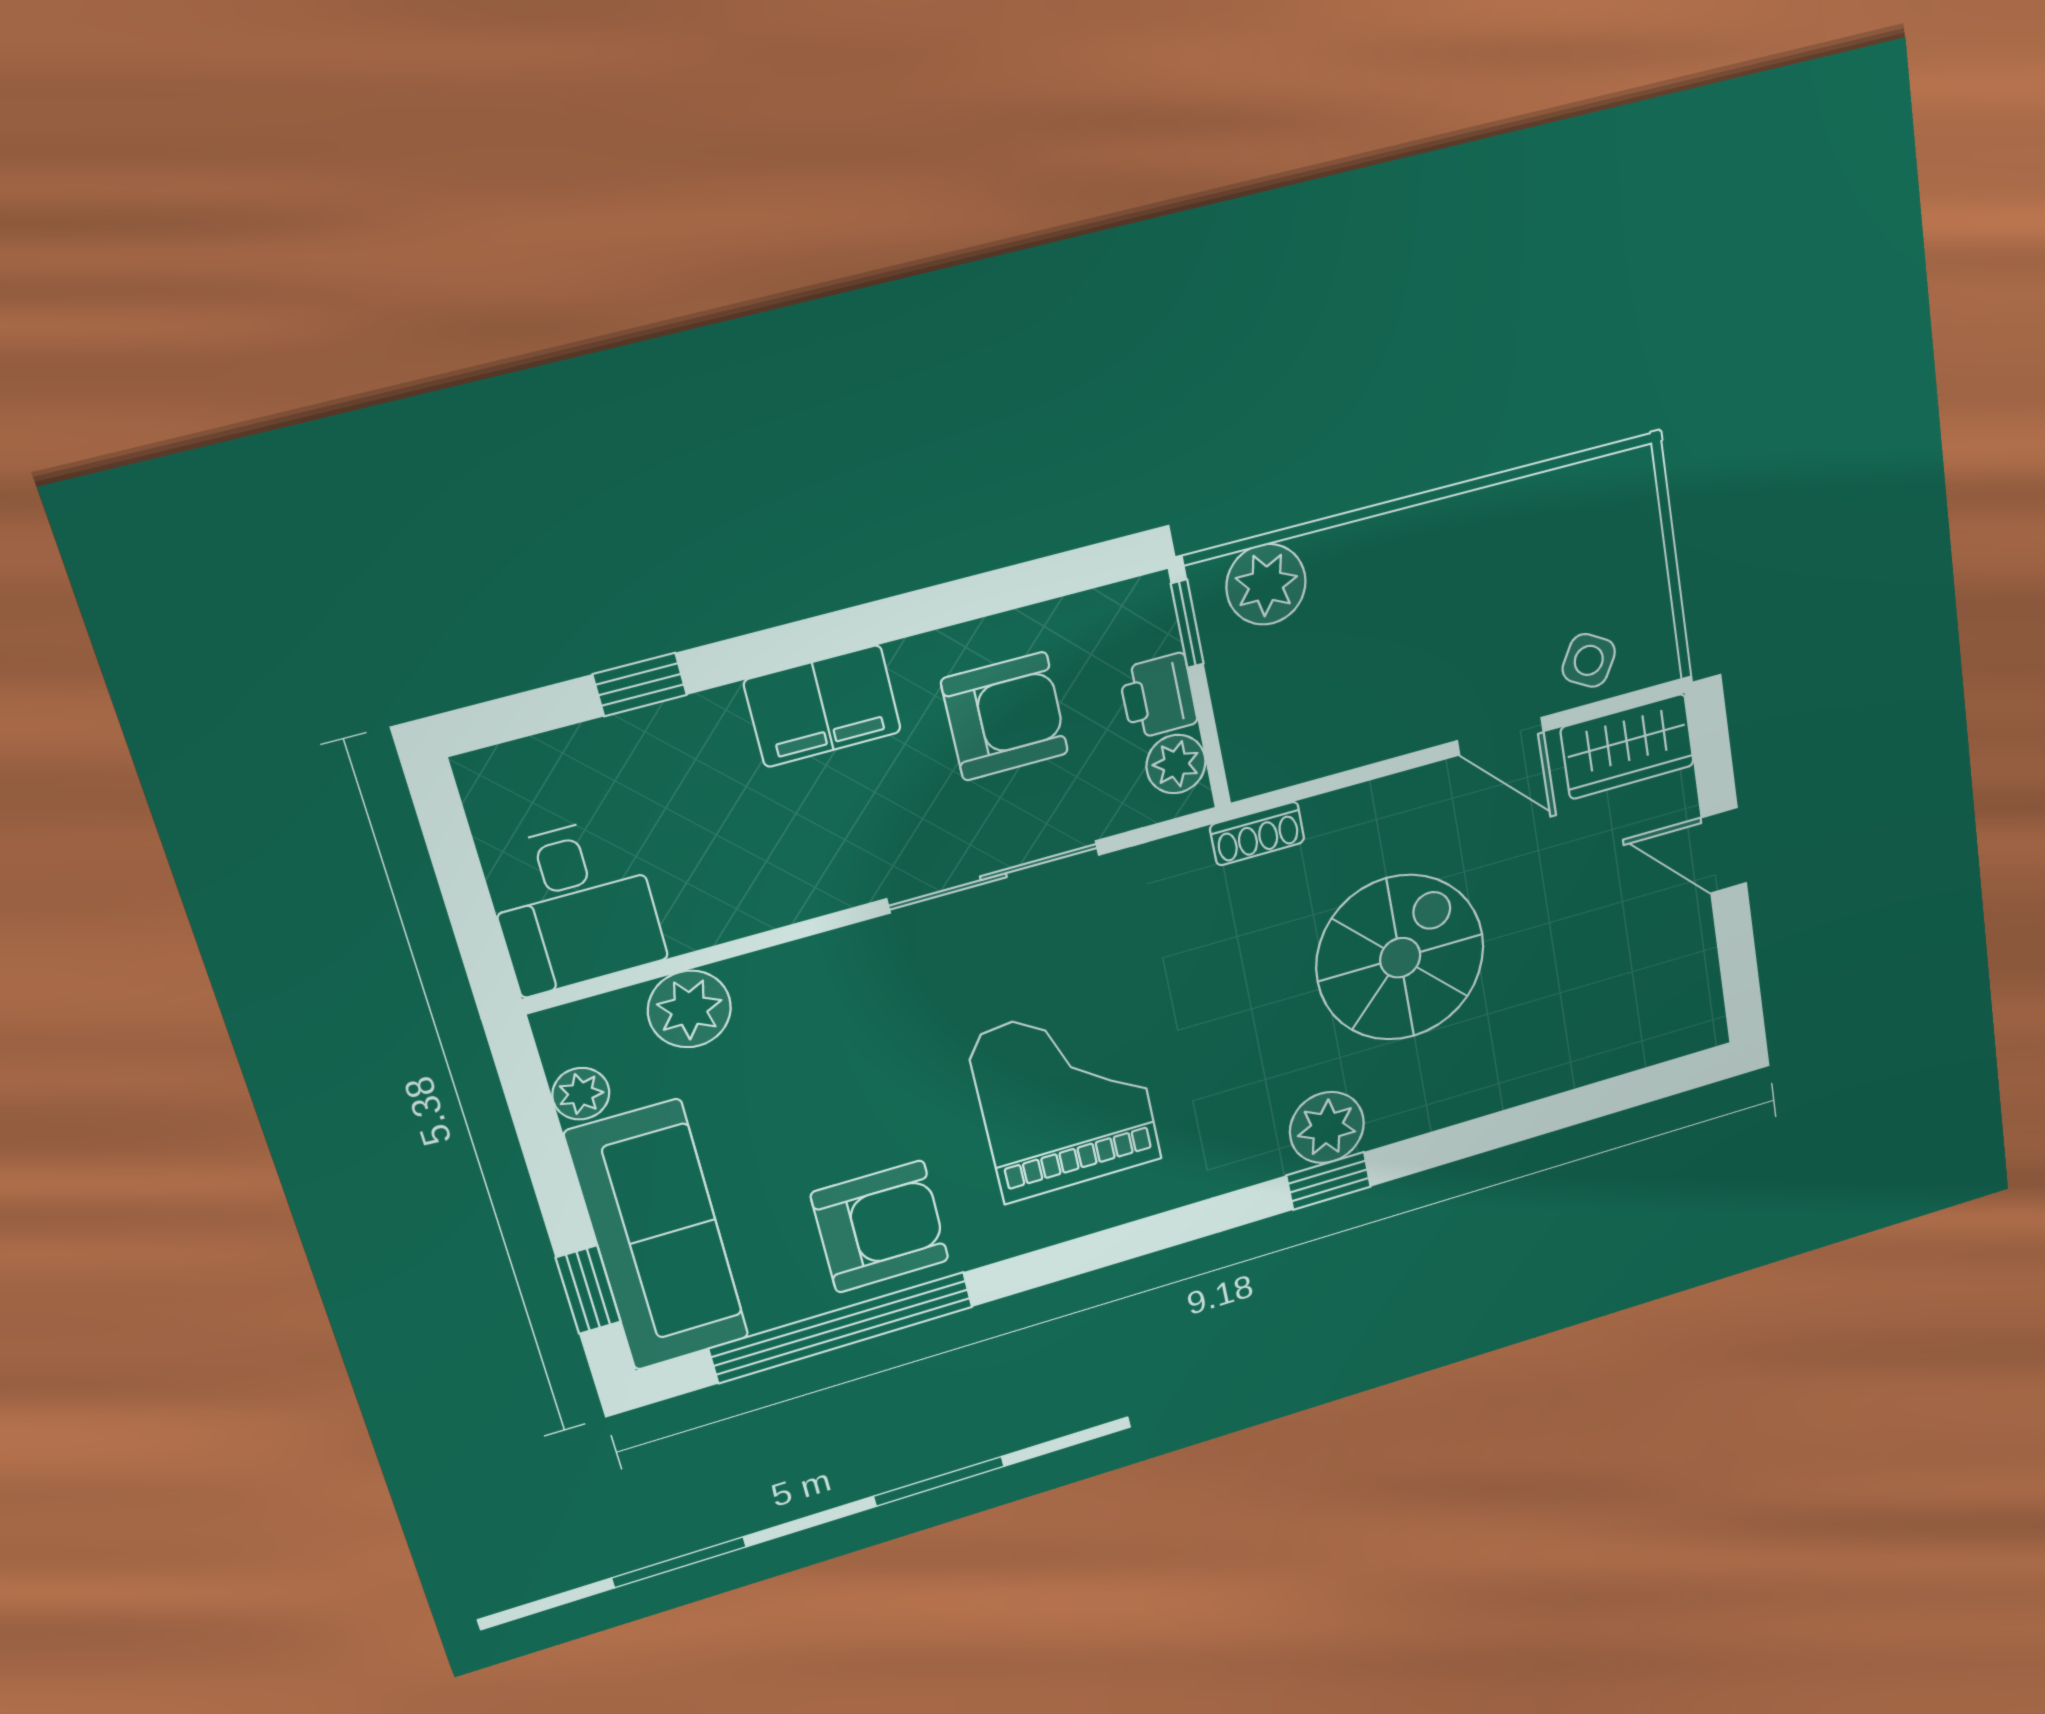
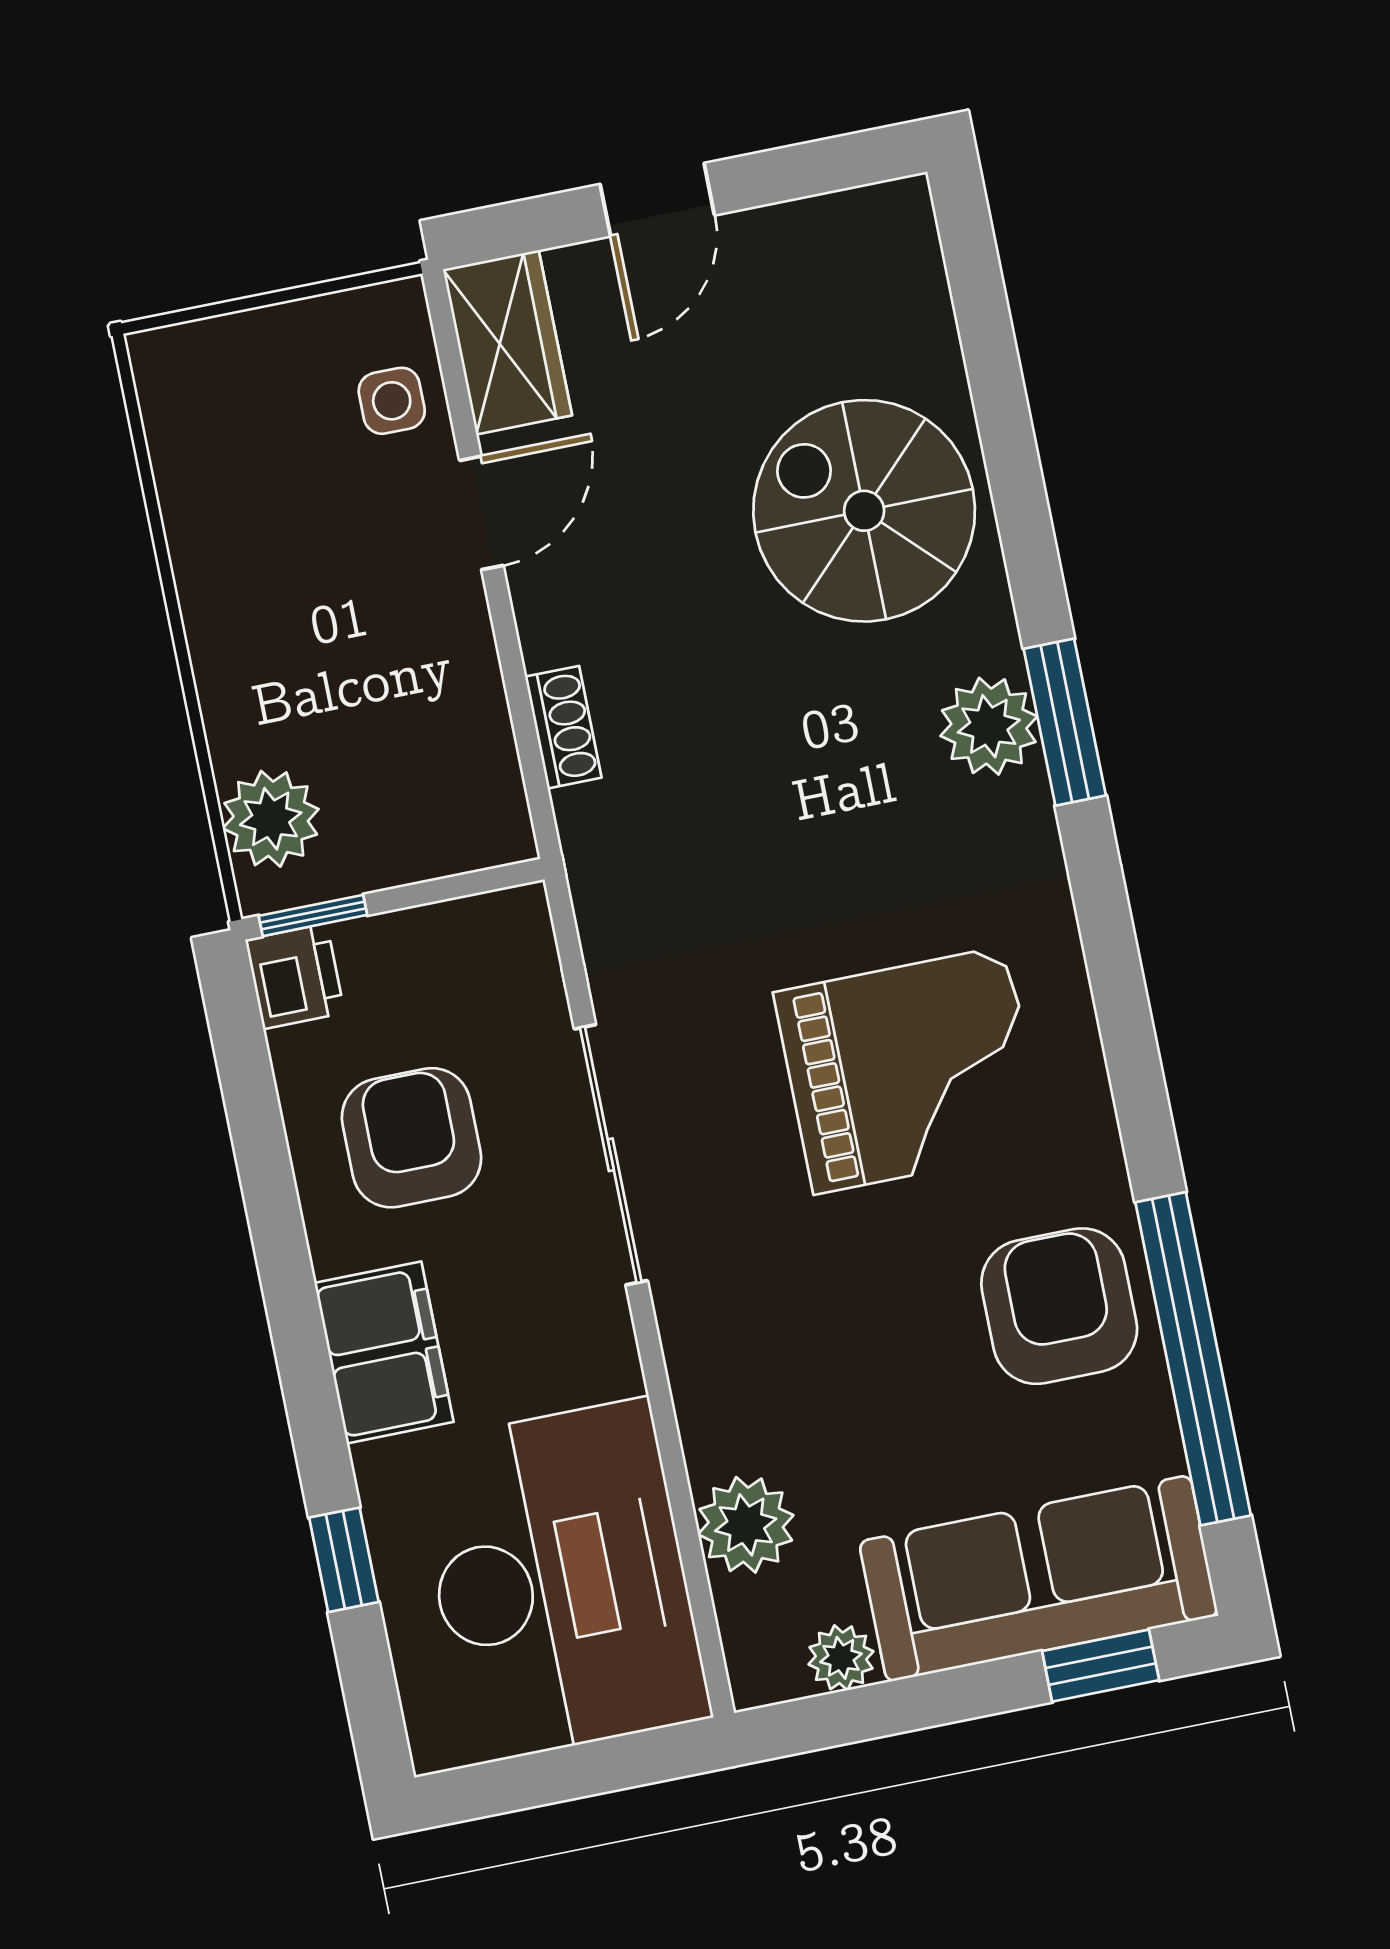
side table: (1589, 660) -> (392, 401), turned -30
printer: (1158, 696) -> (295, 976), moved, turned -90
plant: (1176, 764) -> (486, 928), removed
shoe rack: (1257, 834) -> (563, 727), moved
desk: (574, 906) -> (561, 1581), width x1.87, depth x1.30
spiral stairs: (1400, 958) -> (864, 511), moved
grand piano: (1064, 1098) -> (910, 1070), turned 180
window: (1329, 1181) -> (1065, 722), width x1.50

